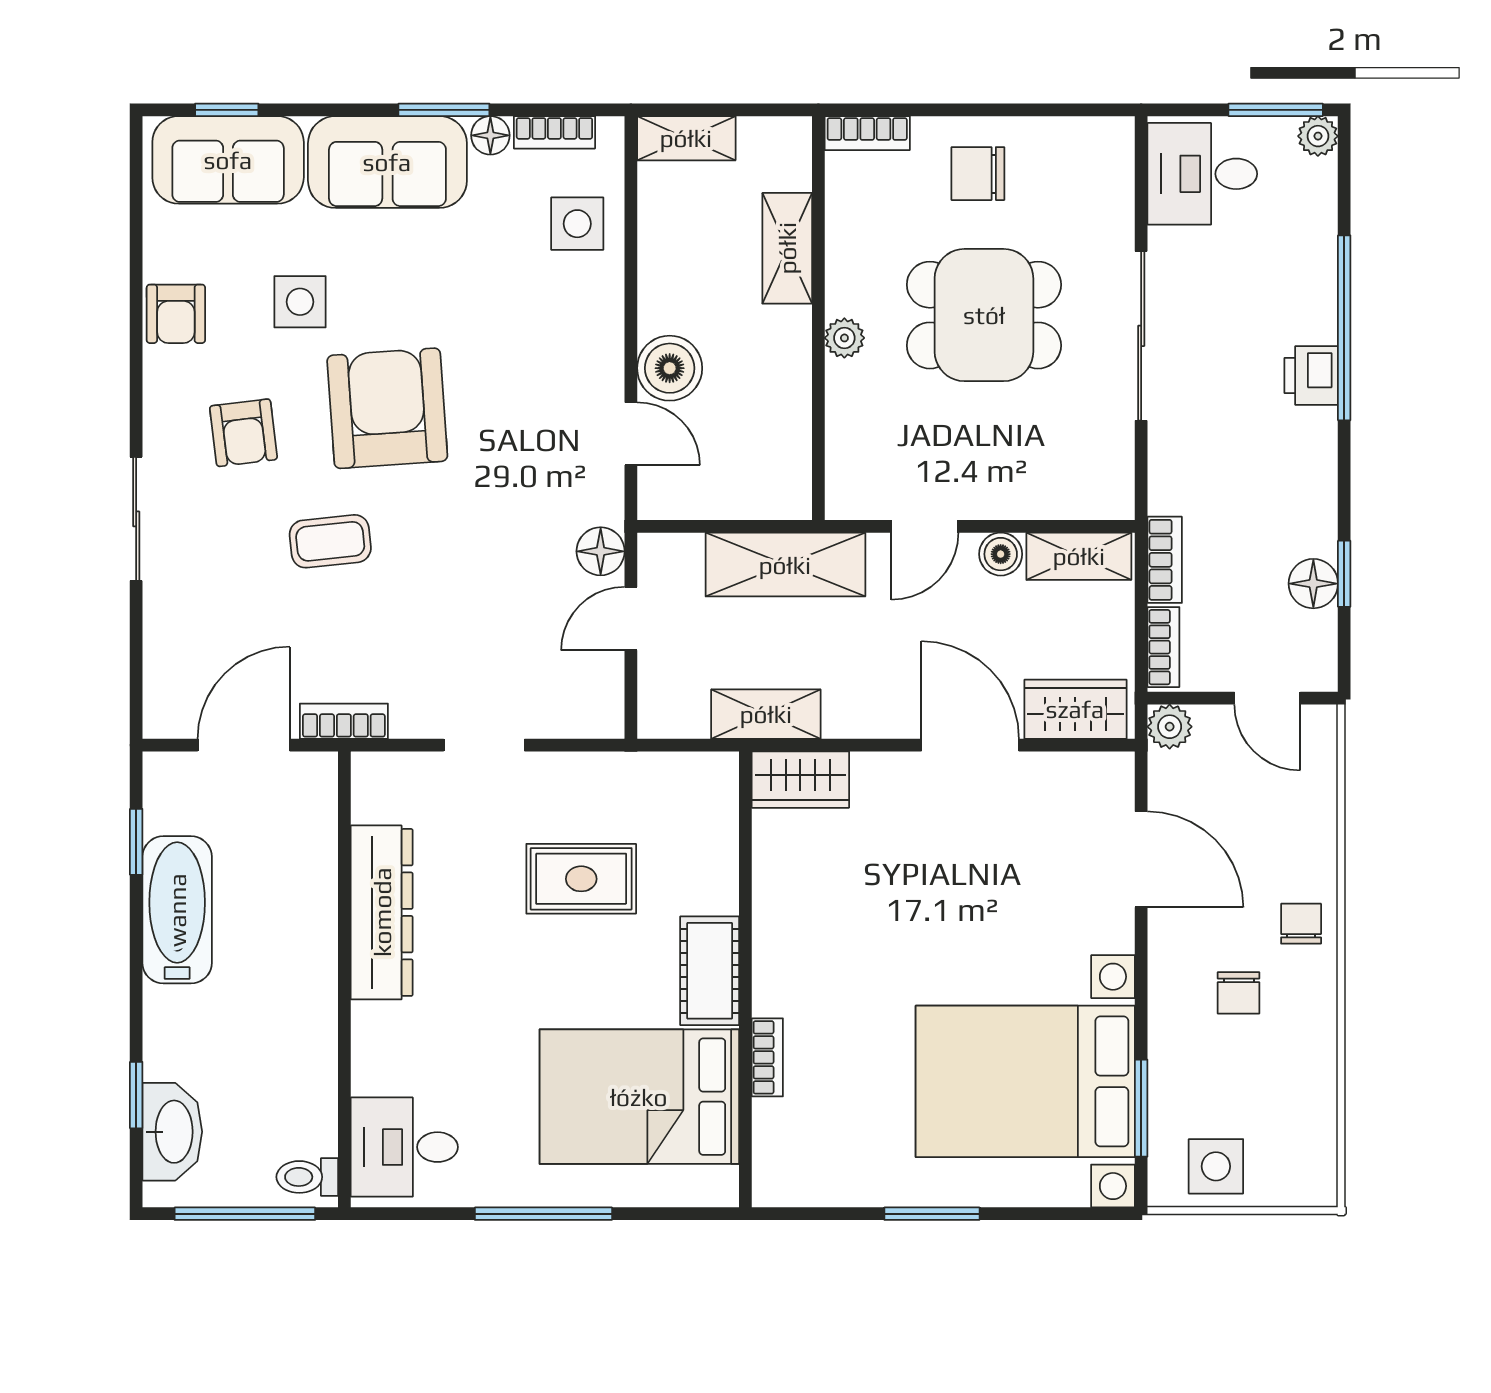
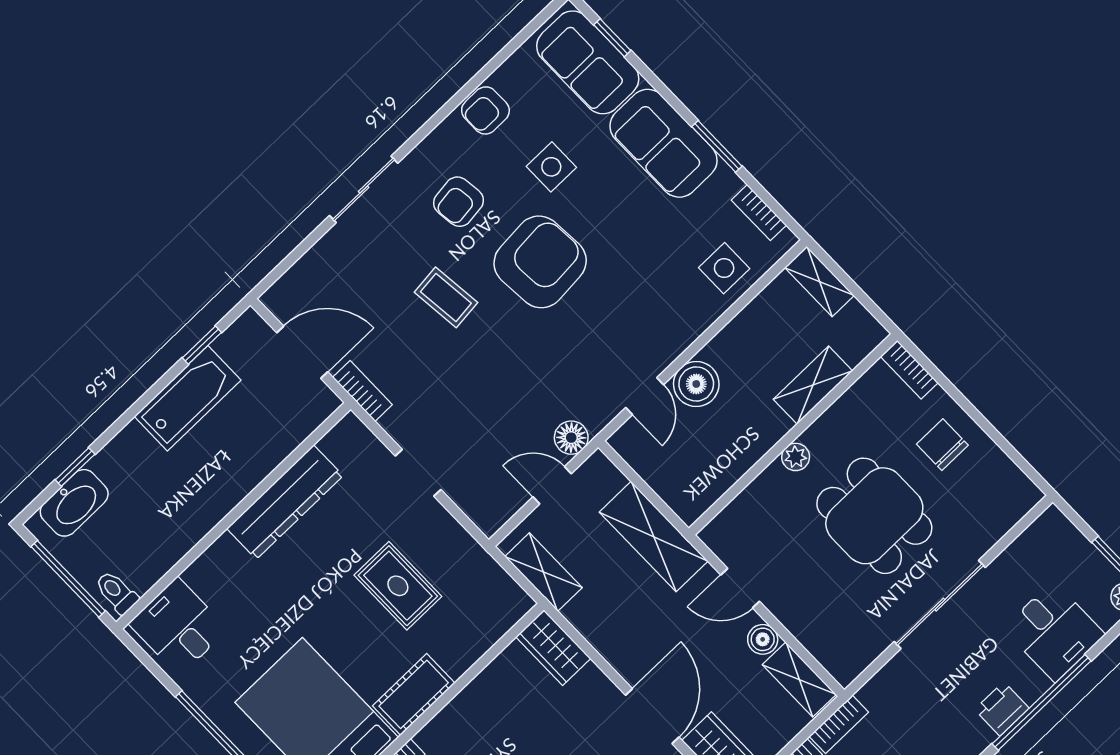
floor lamp: (490, 135) -> (726, 182), removed
desk: (1202, 174) -> (1054, 631), moved, turned 180
shelving: (766, 714) -> (544, 572), moved

